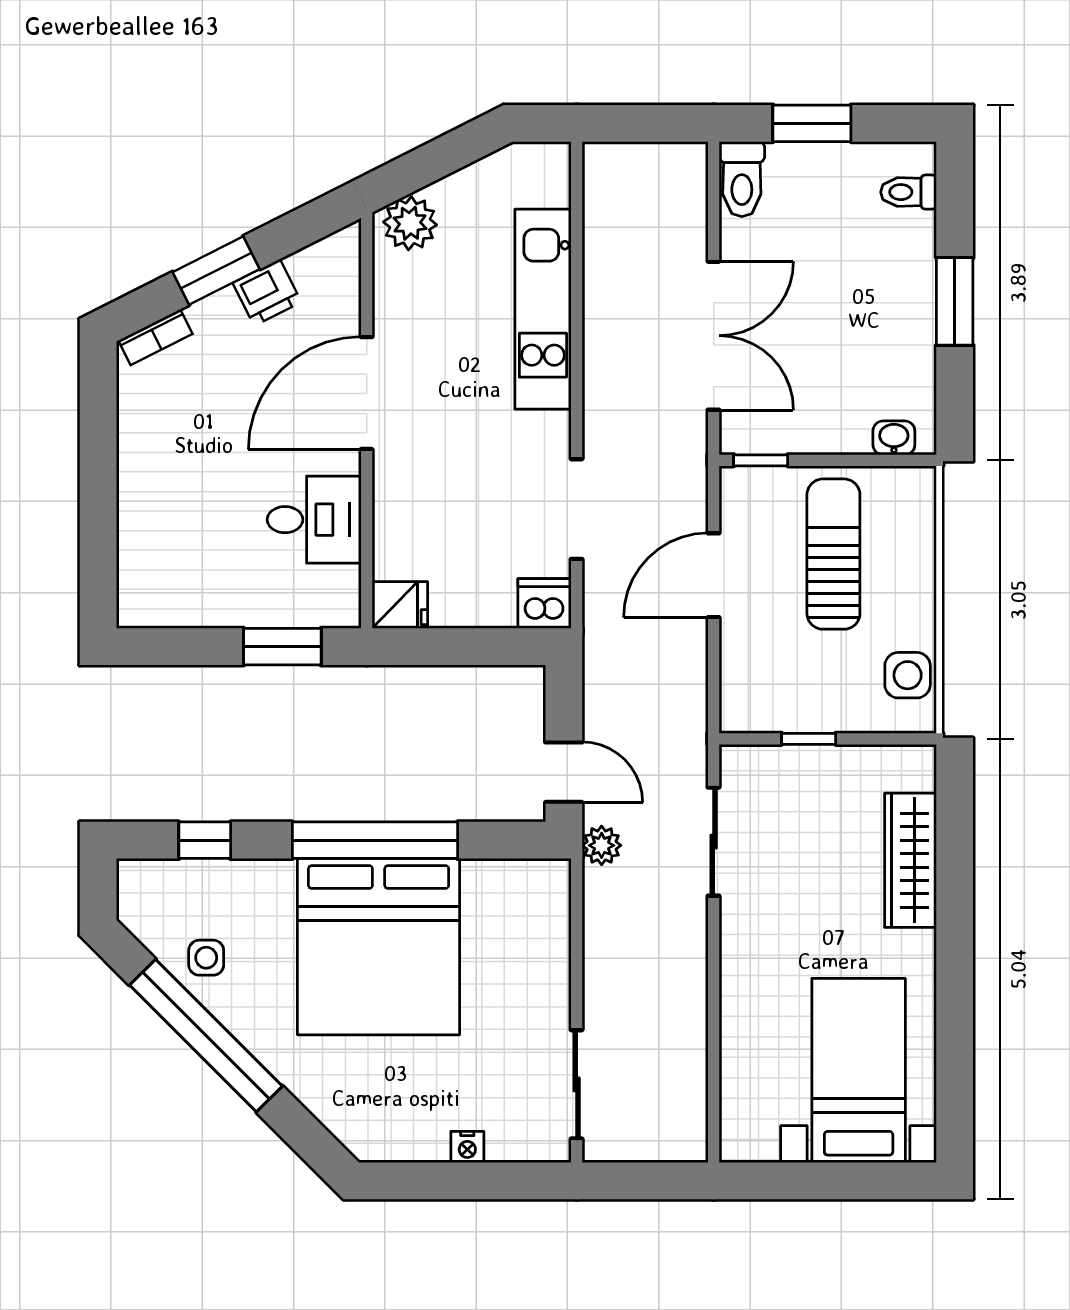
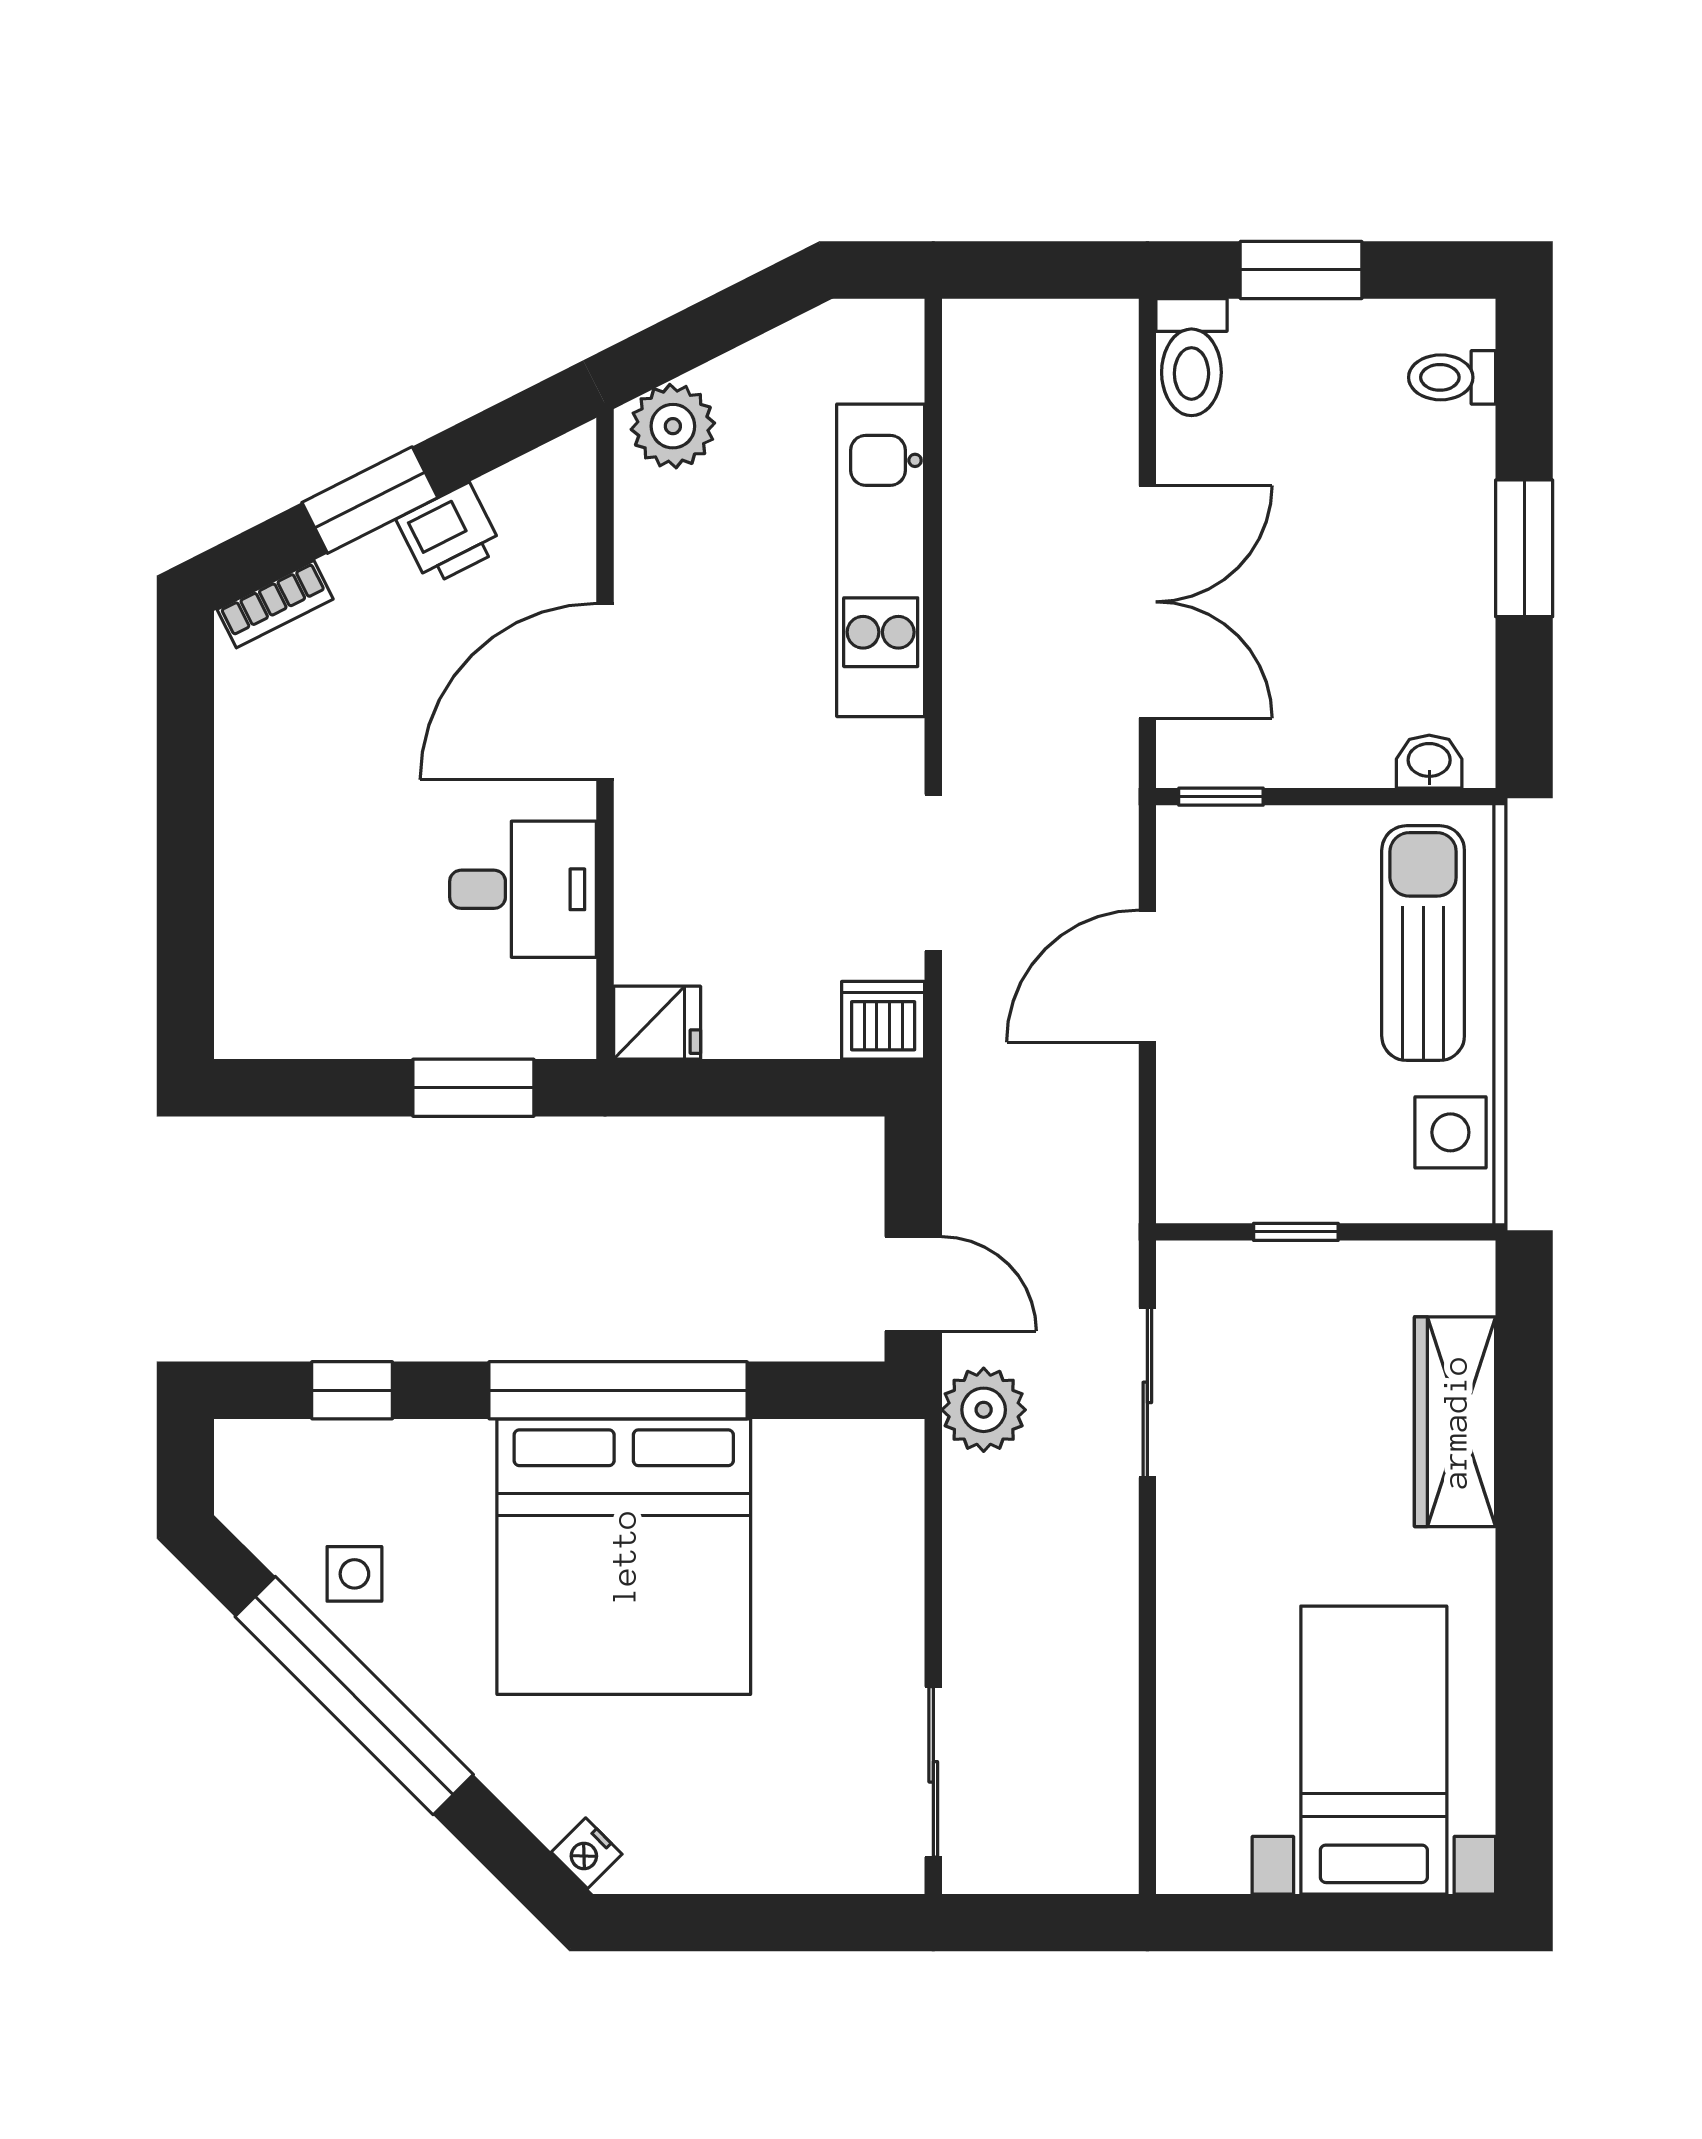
sun lounger: (833, 554) -> (1423, 943), moved
plant: (602, 845) -> (984, 1410), width x1.38, depth x1.38
nightstand: (467, 1147) -> (587, 1853), moved, turned 45

